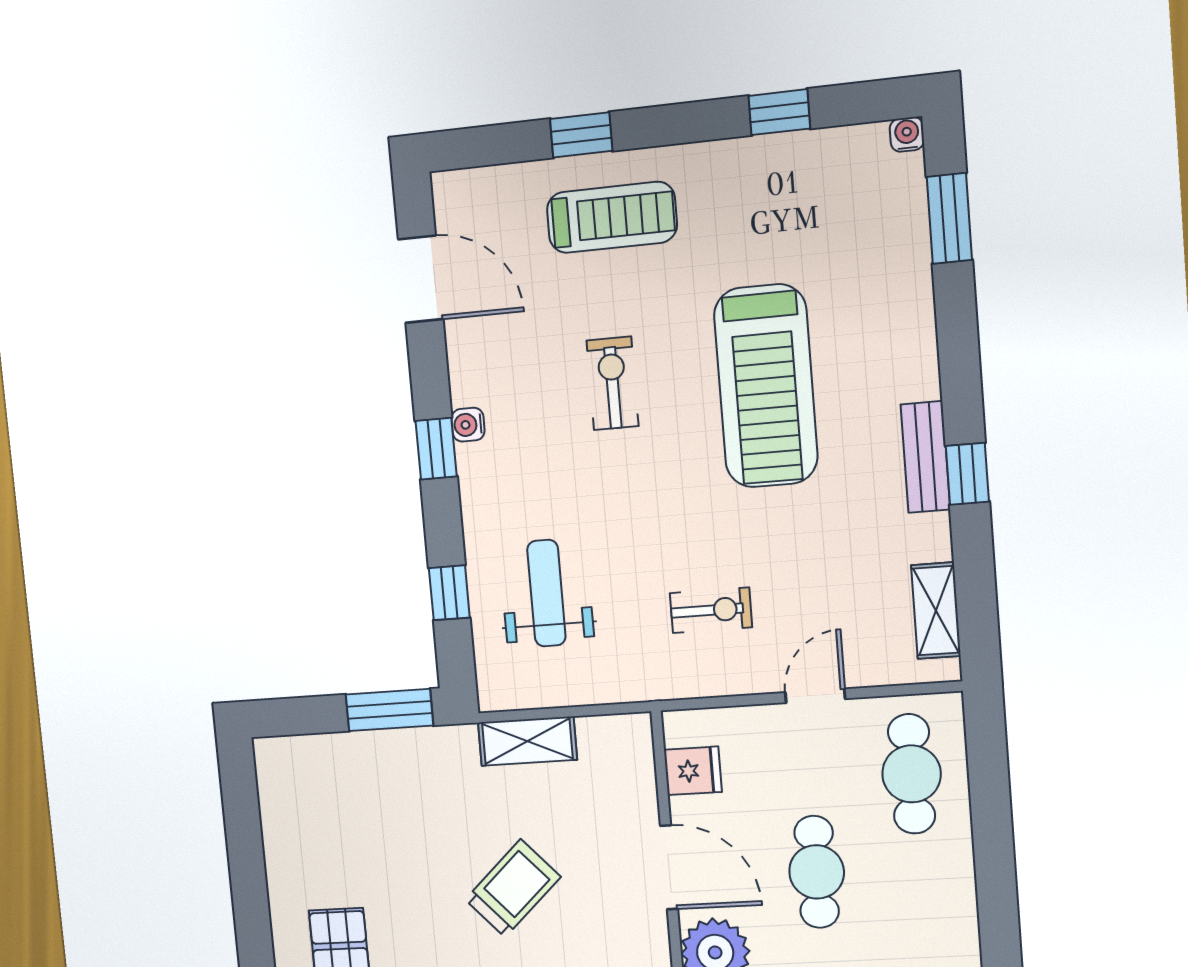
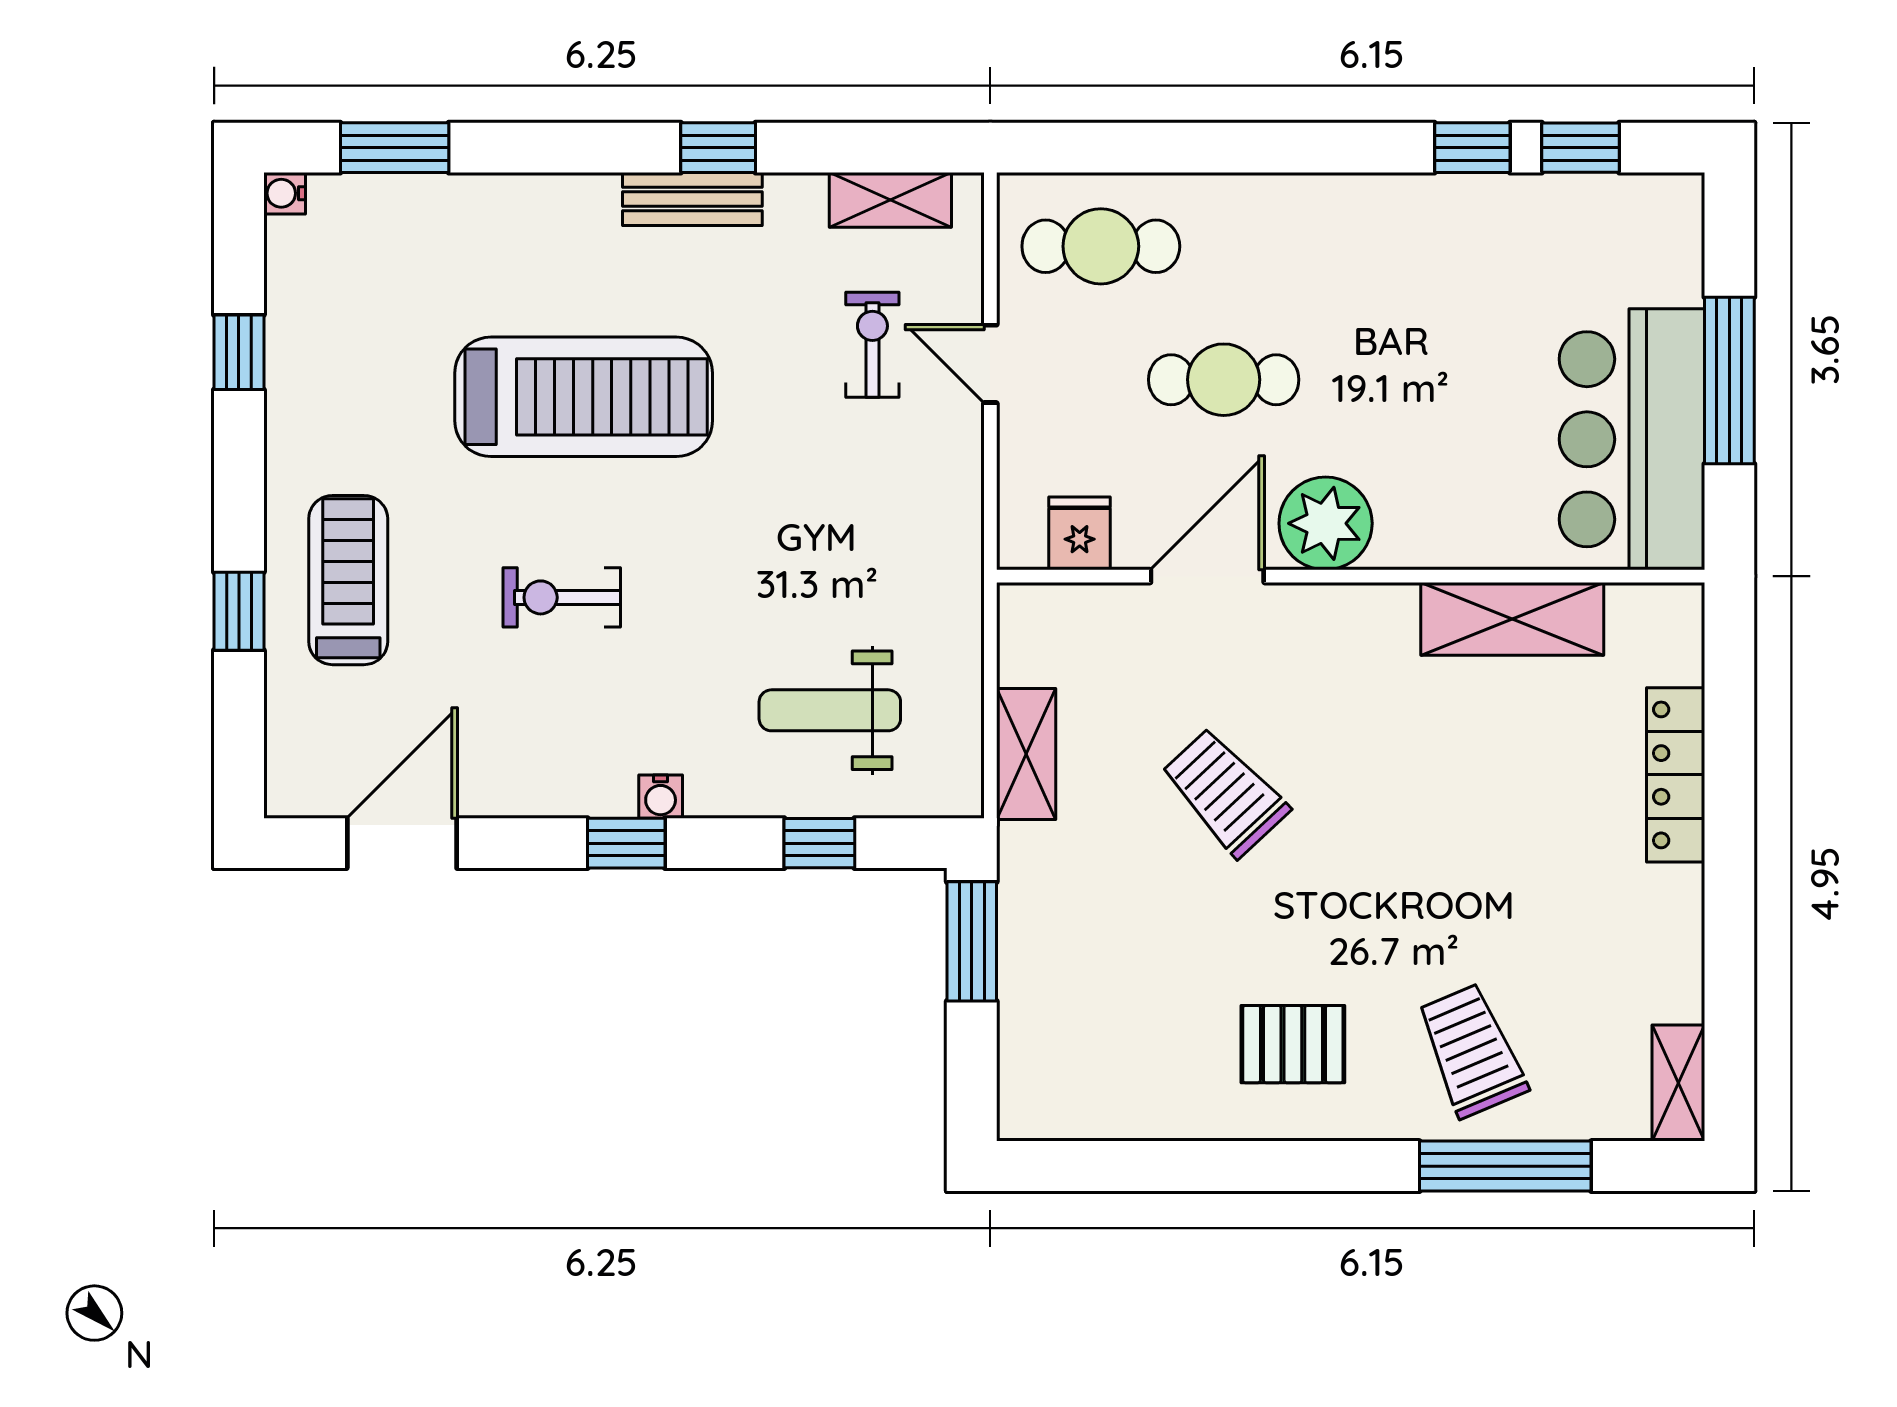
water cooler: (468, 425) -> (661, 797), moved
exercise bike: (711, 610) -> (872, 345), moved

